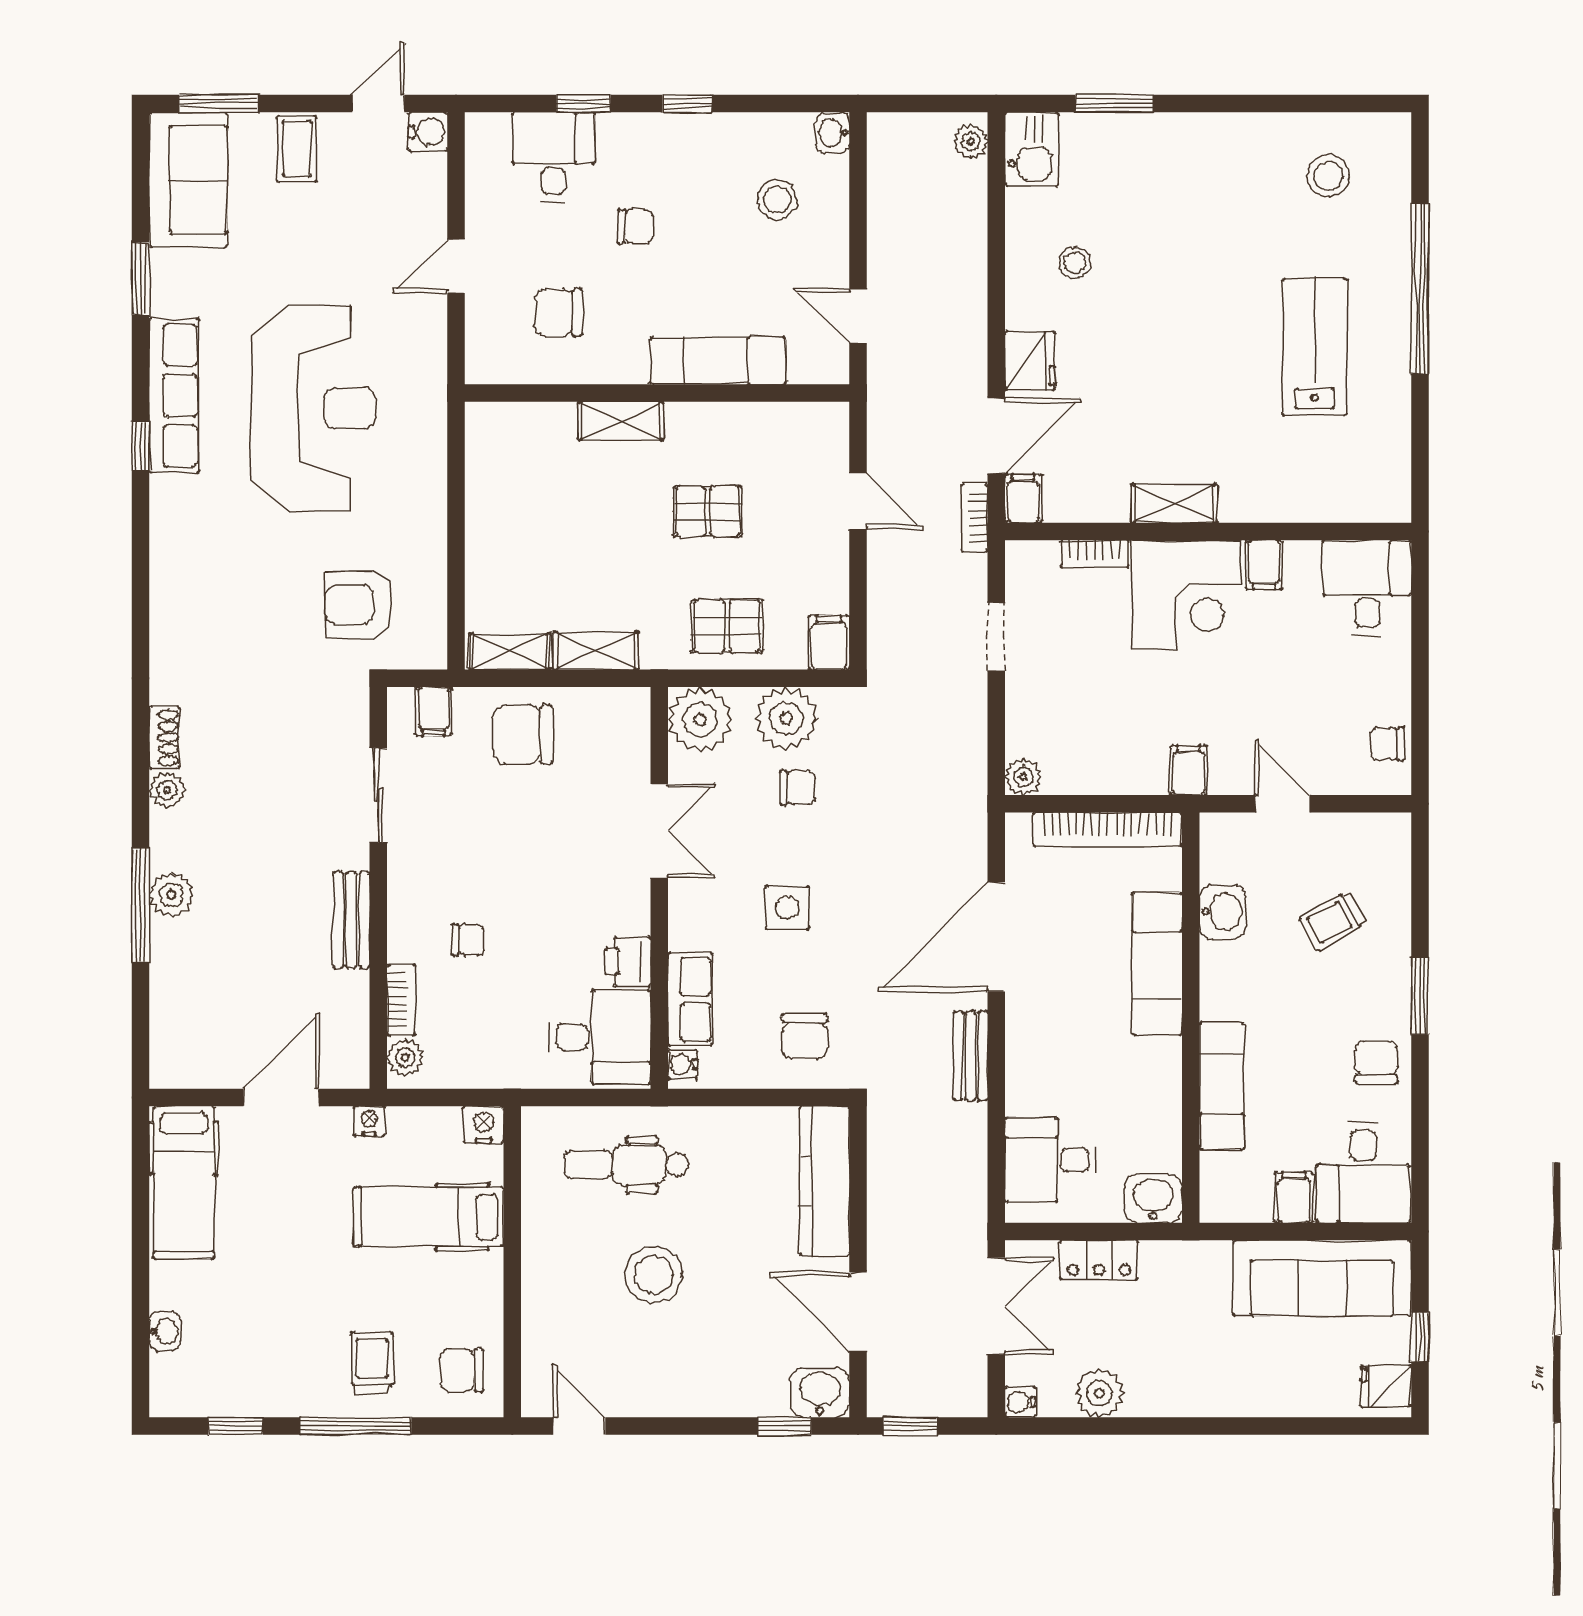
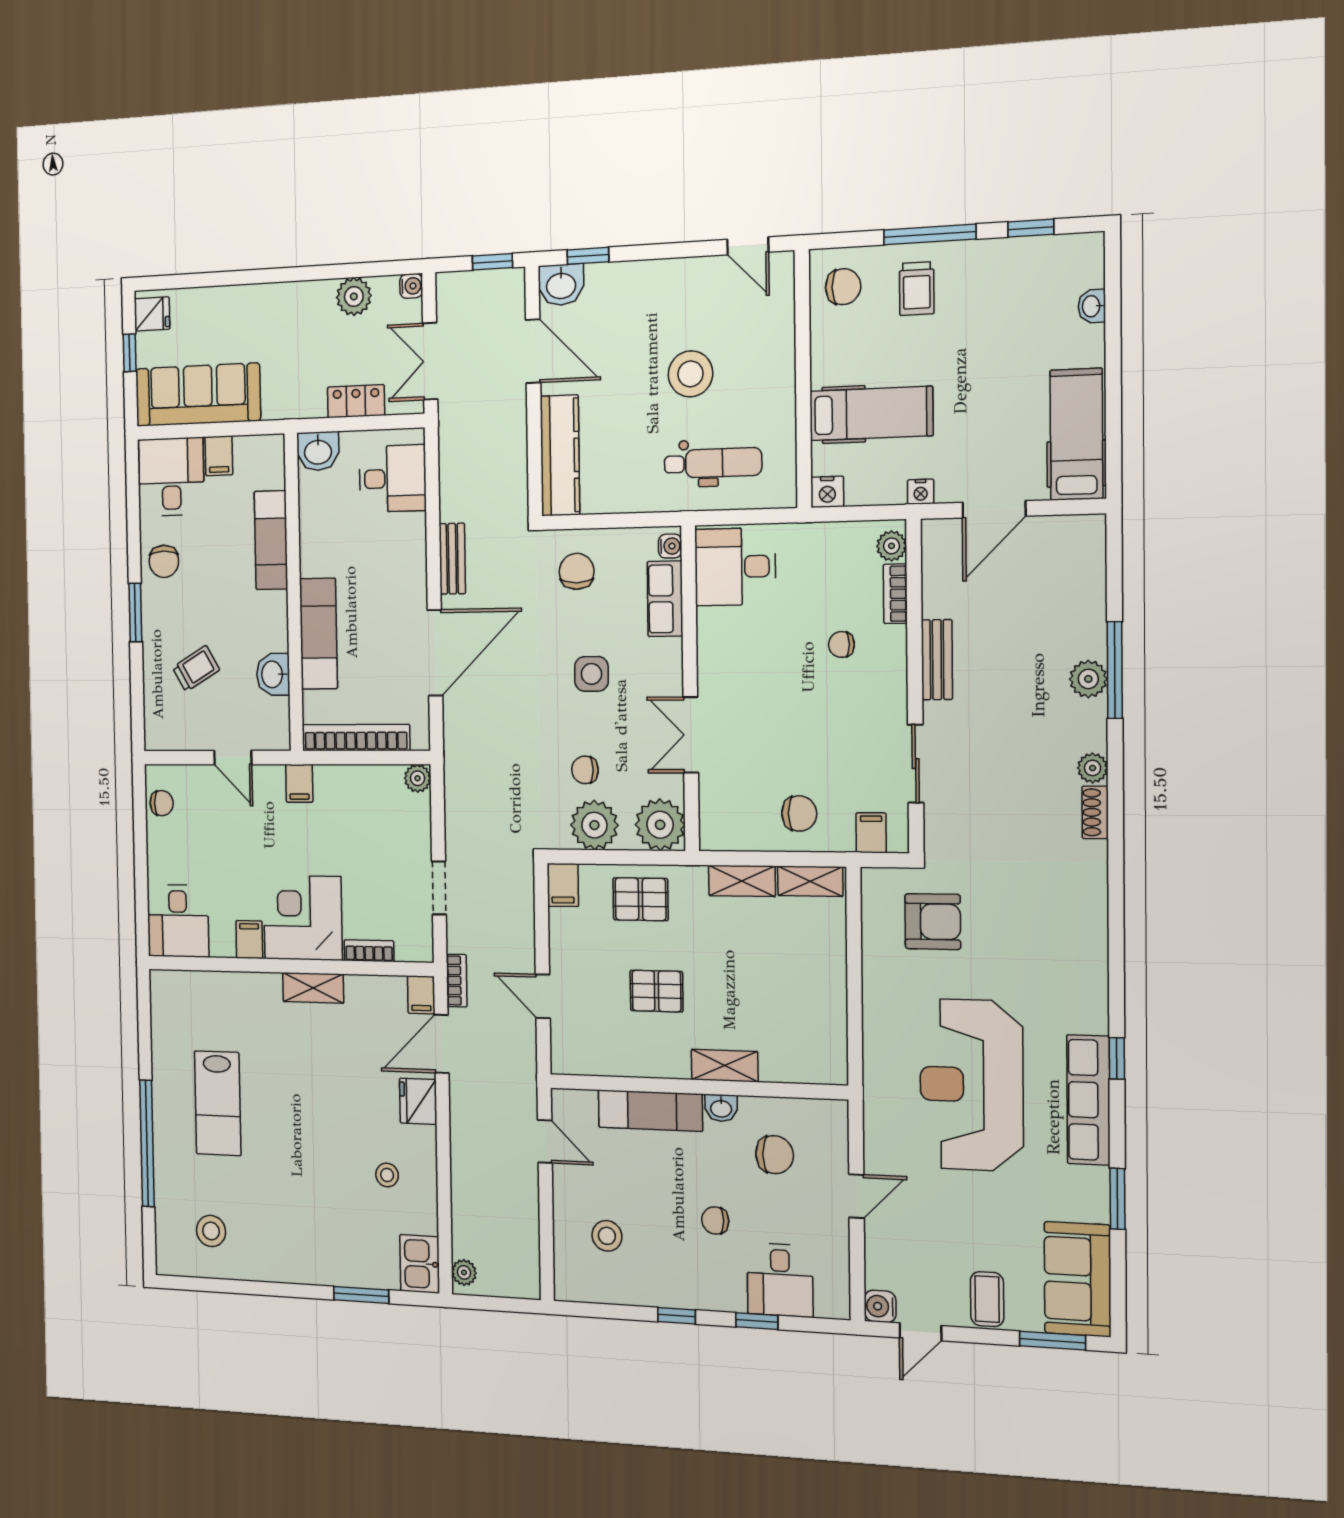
washbasin: (833, 133) -> (721, 1108), moved, turned 90
chair: (523, 734) -> (799, 813), width x0.73, depth x0.73
printer: (628, 961) -> (714, 629), removed

